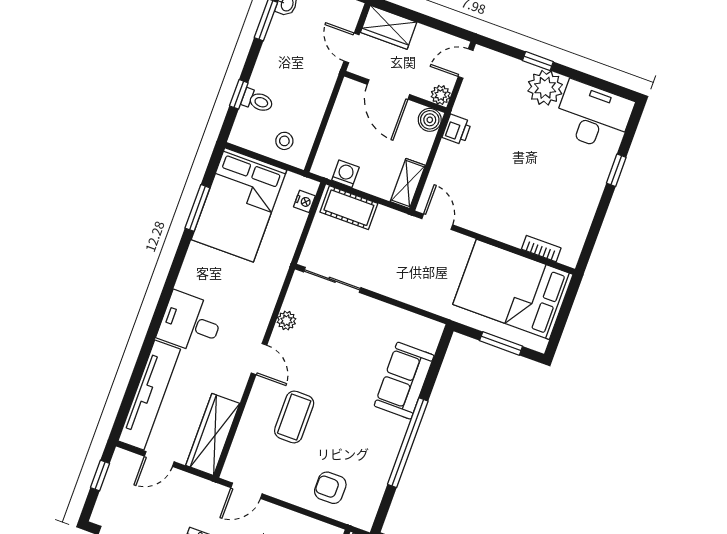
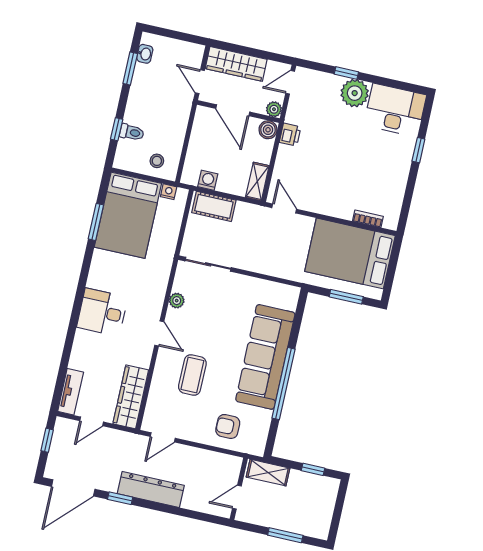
wardrobe: (389, 27) -> (236, 64), width x1.50
nightstand: (304, 201) -> (169, 192), moved, turned -90
sofa: (404, 381) -> (265, 357), width x1.85, depth x1.27
tv unit: (149, 395) -> (71, 392), width x0.52, depth x0.78

